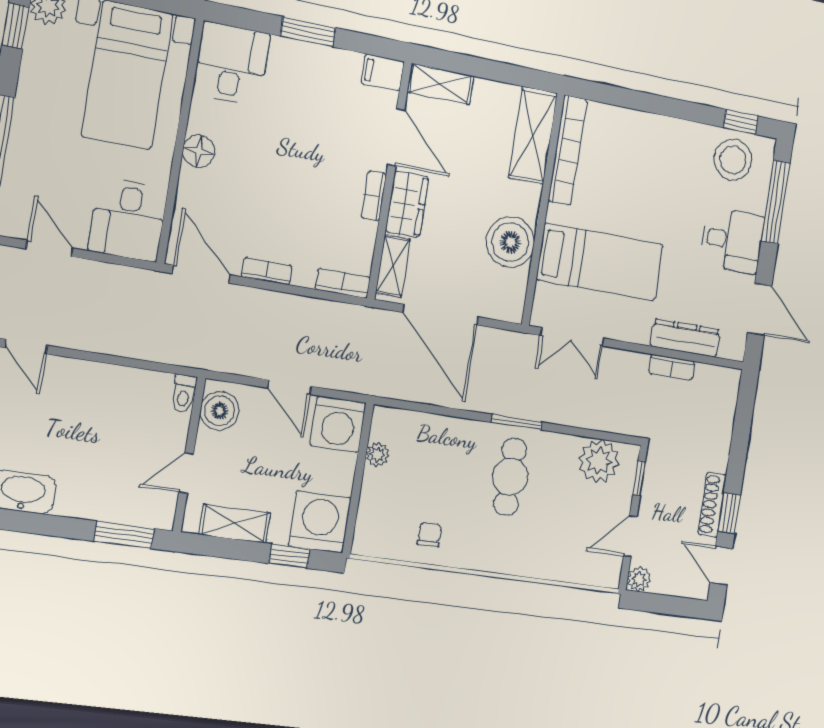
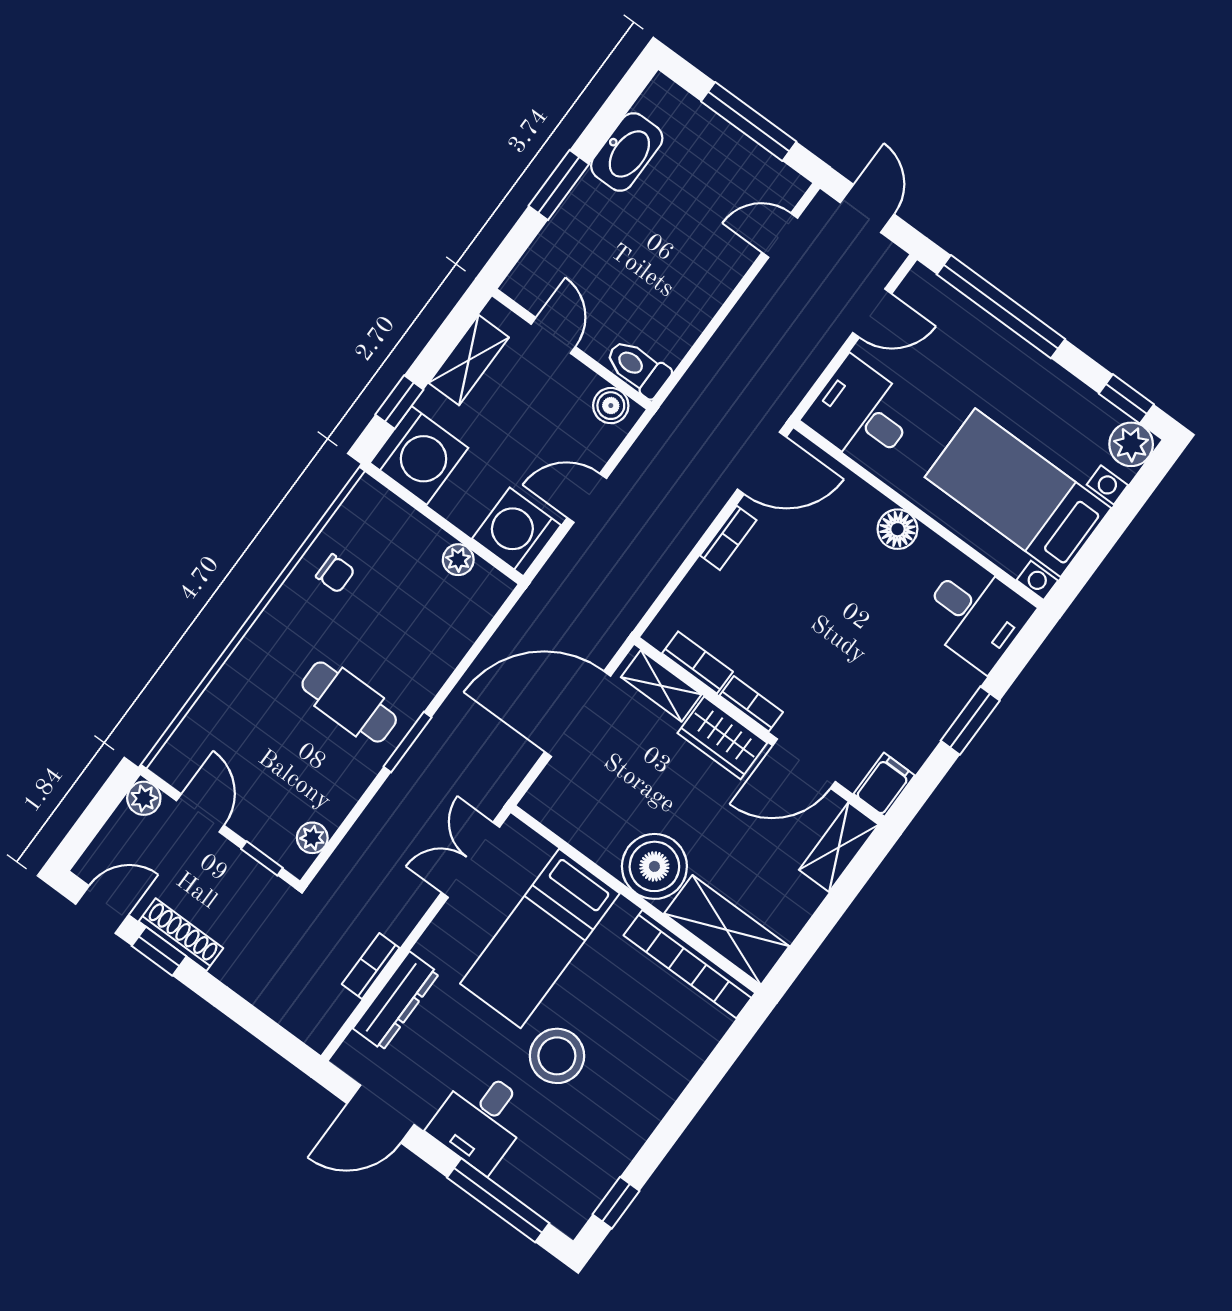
stool: (733, 160) -> (557, 1056), moved
boiler: (510, 242) -> (654, 866), moved
bookcase: (343, 283) -> (697, 662), moved, turned -90
toilet: (184, 393) -> (638, 368), width x1.37, depth x1.39
boiler: (220, 411) -> (611, 406), width x0.73, depth x0.73
plant: (599, 461) -> (312, 838), width x0.53, depth x0.53
window: (124, 535) -> (559, 185), moved

